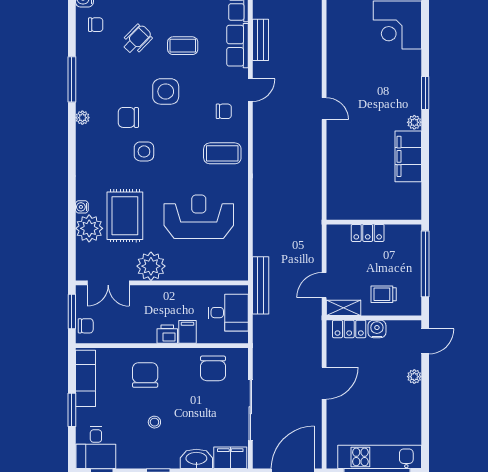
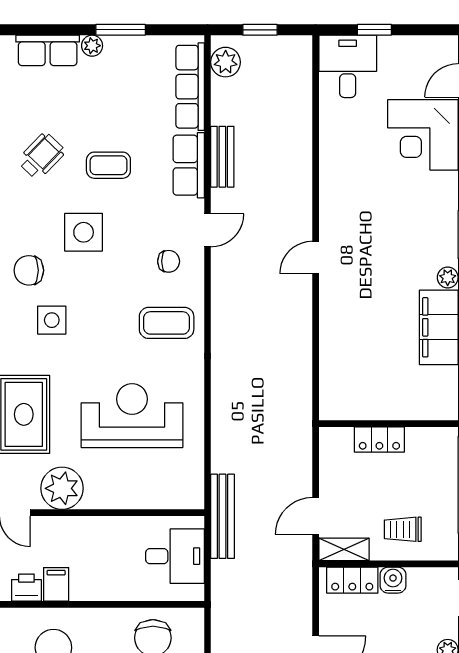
door: (324, 109) -> (316, 257), swing flipped
filing cabinet: (187, 332) -> (56, 584), moved
printer: (167, 334) -> (26, 588), moved

